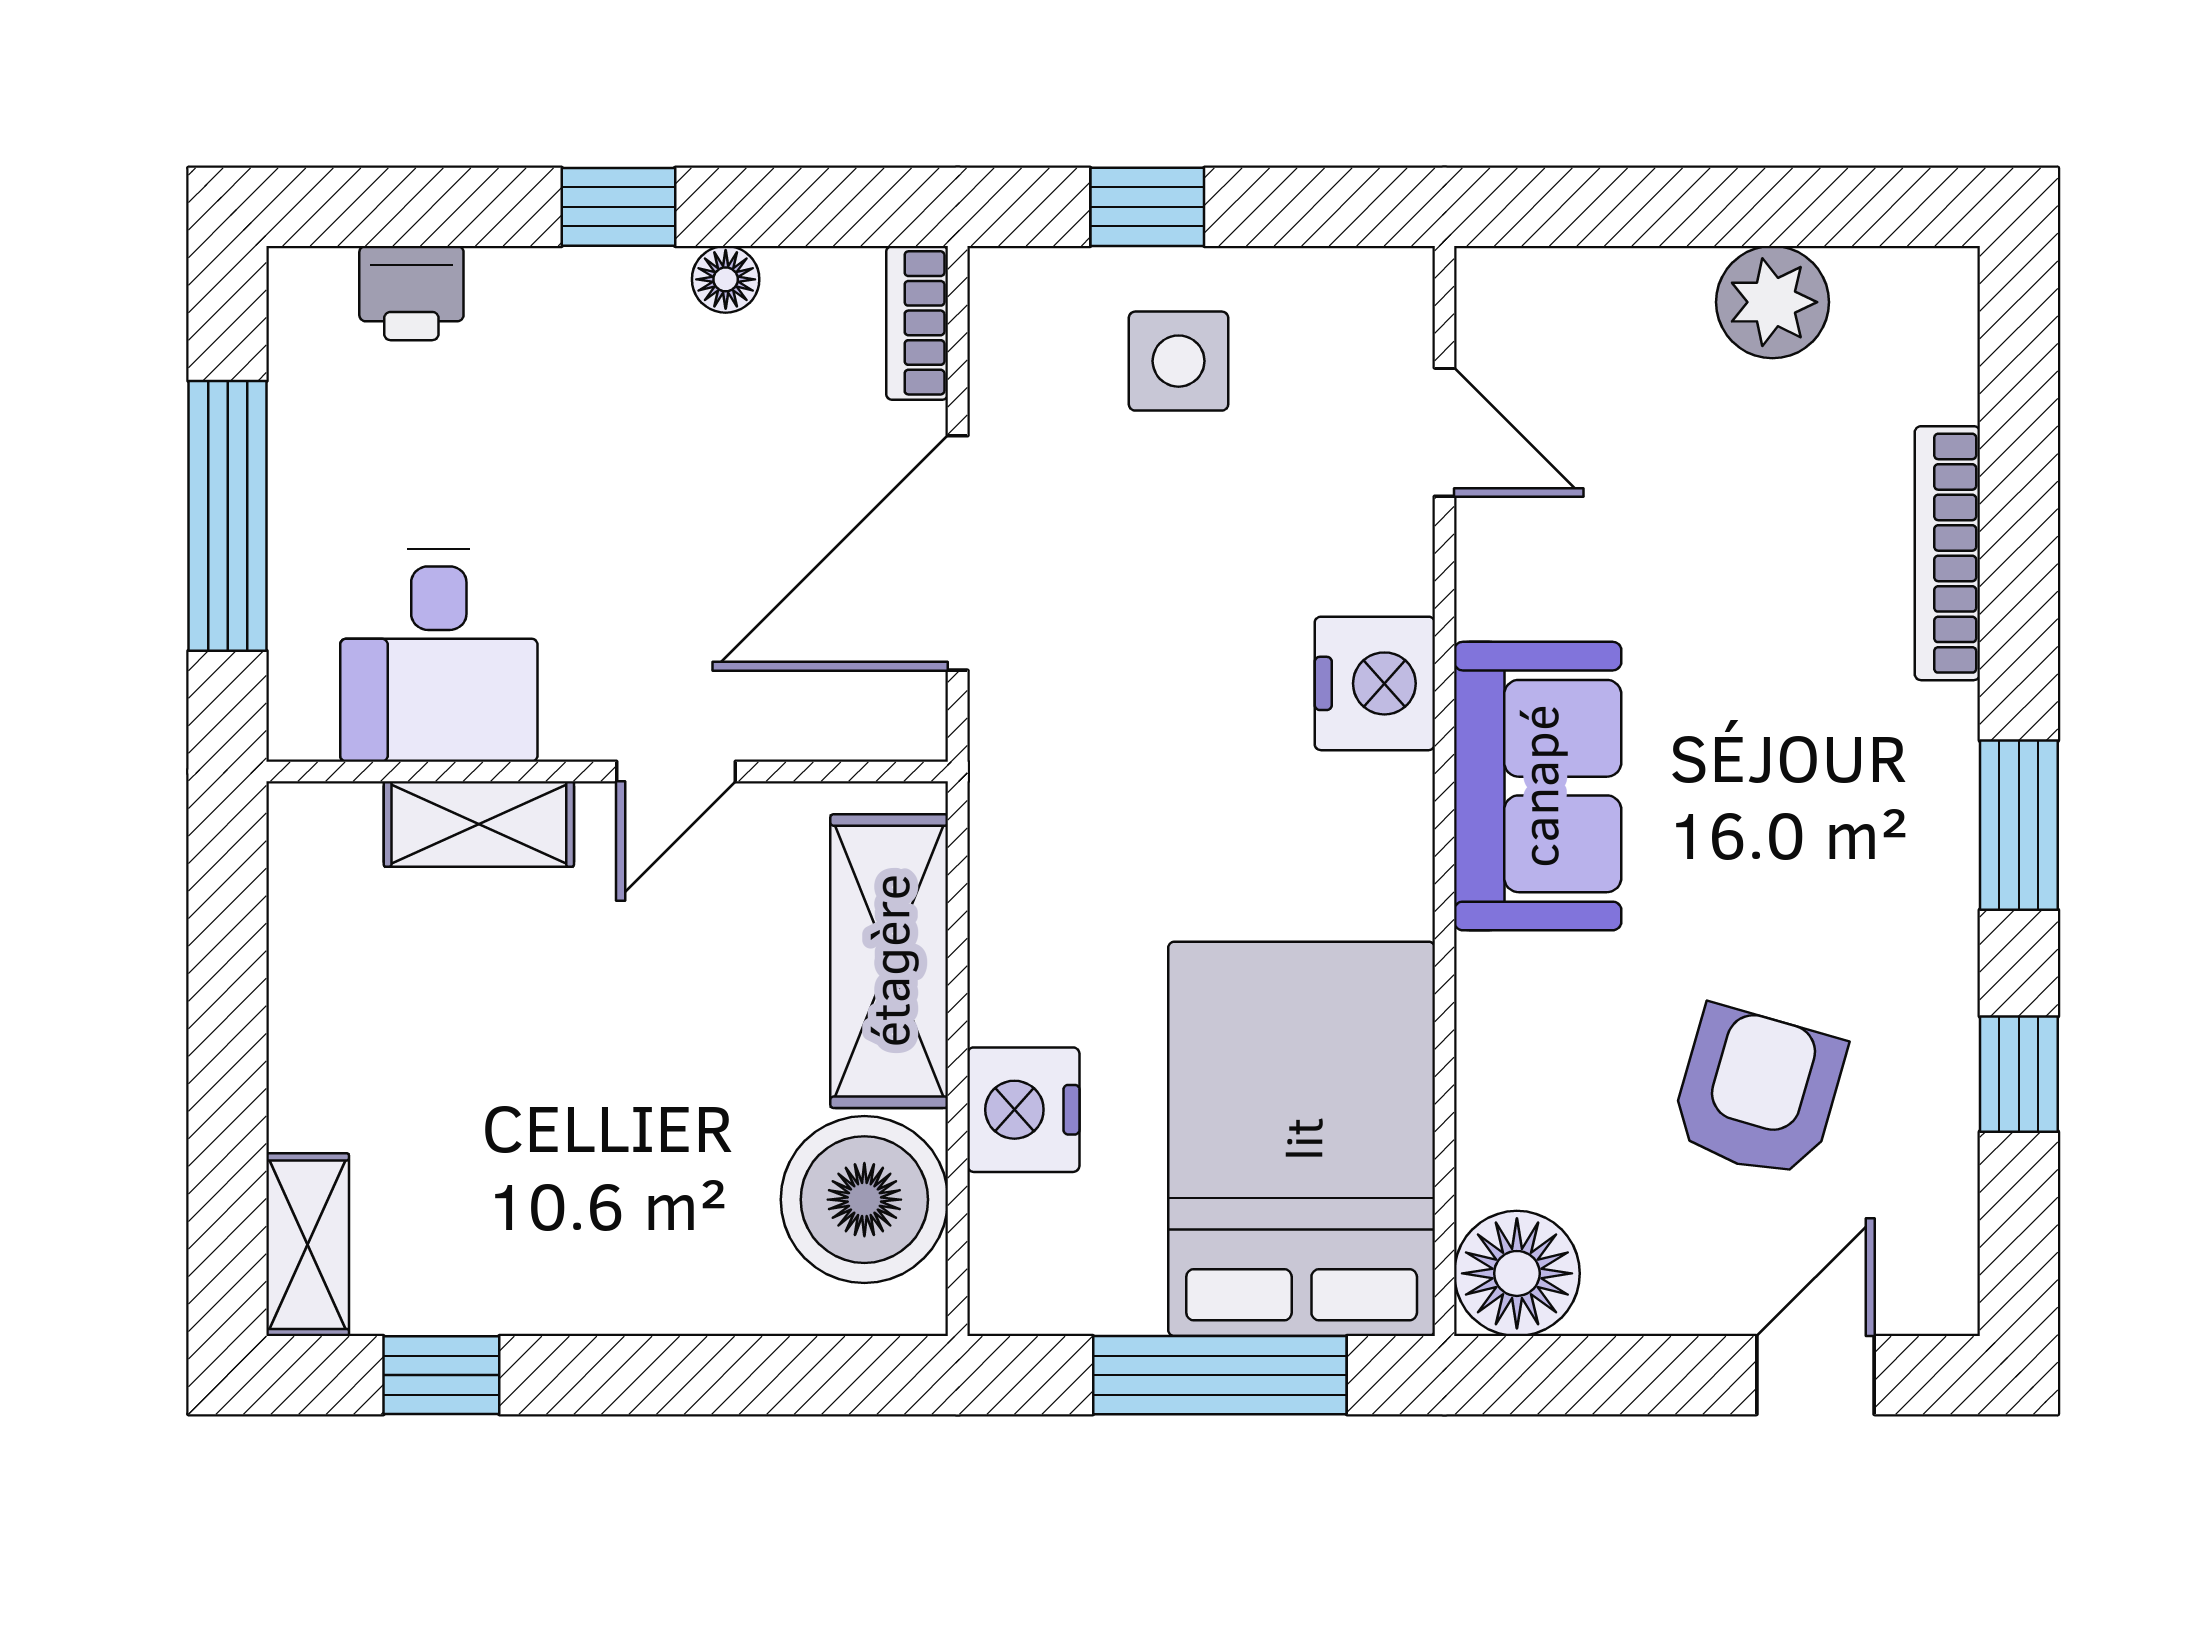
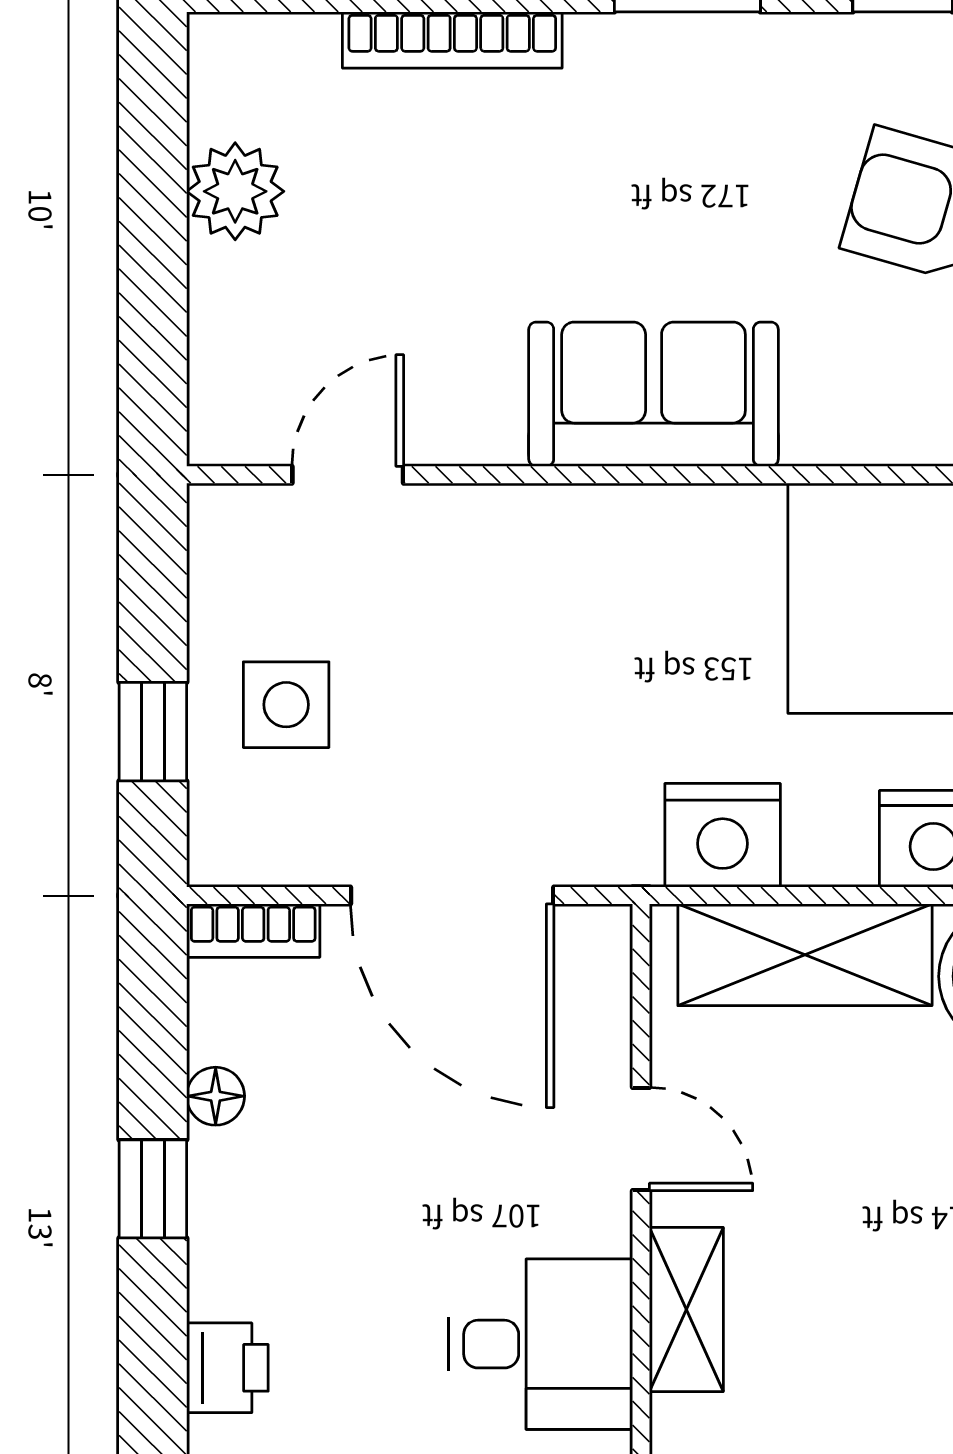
nightstand: (1375, 683) -> (723, 835), moved, turned 180

